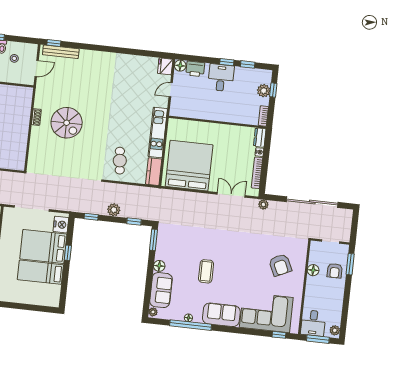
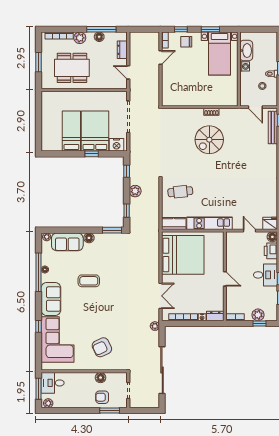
door: (220, 122) -> (225, 279), added
window: (279, 335) -> (39, 326), moved

